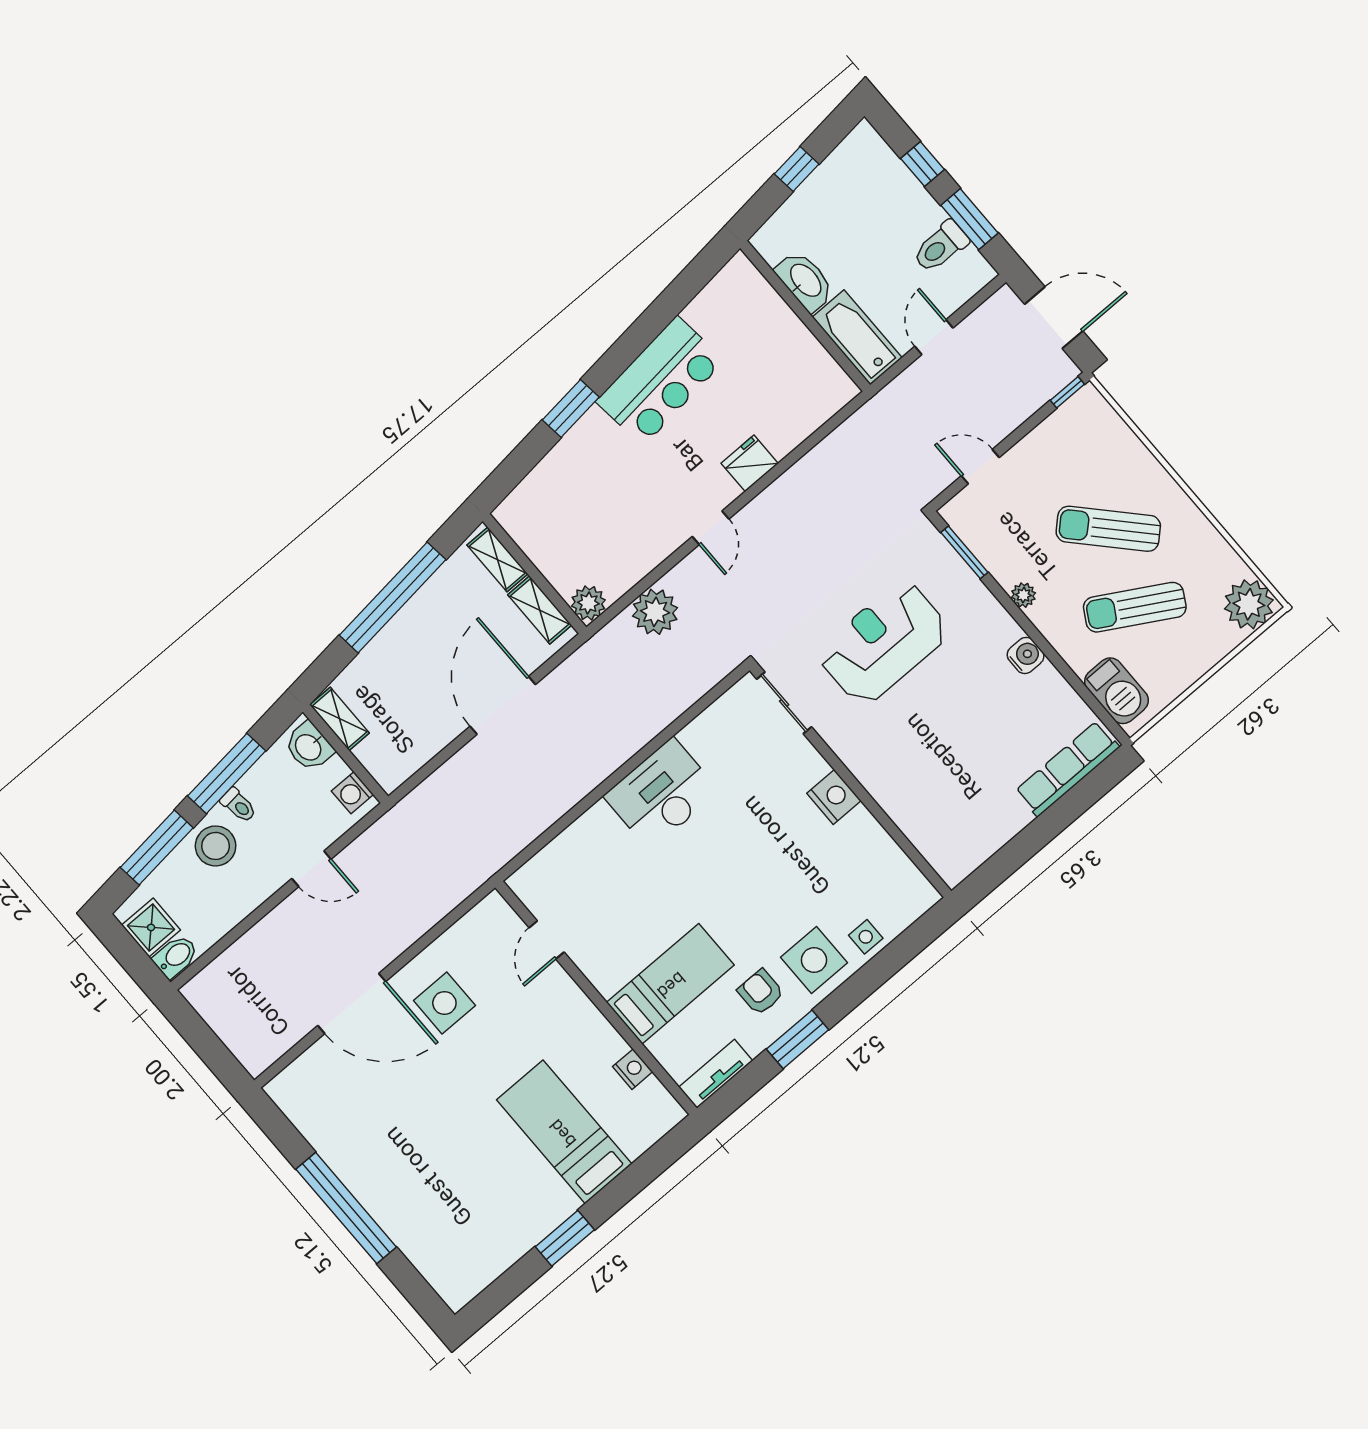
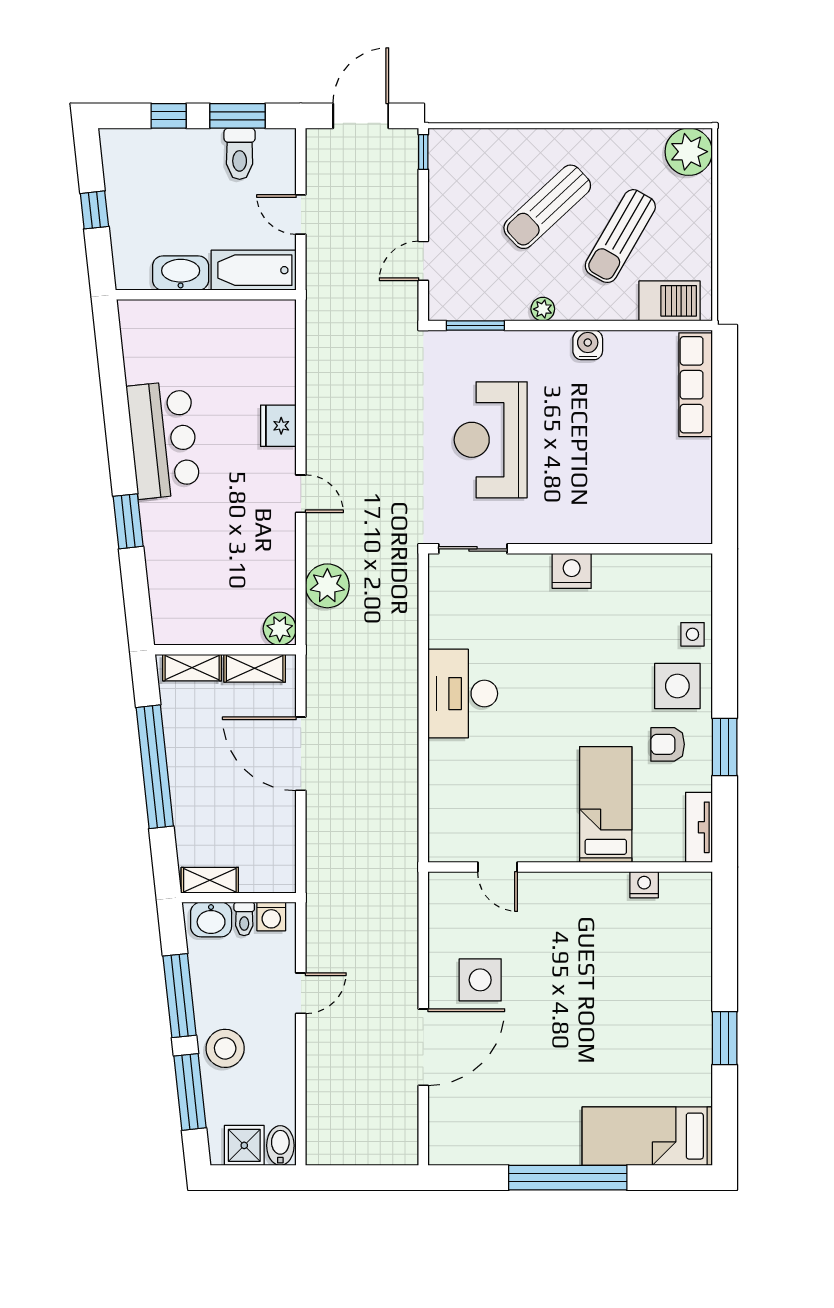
toilet: (238, 805) -> (244, 919), moved, turned 96
bed: (564, 1132) -> (647, 1136), moved

